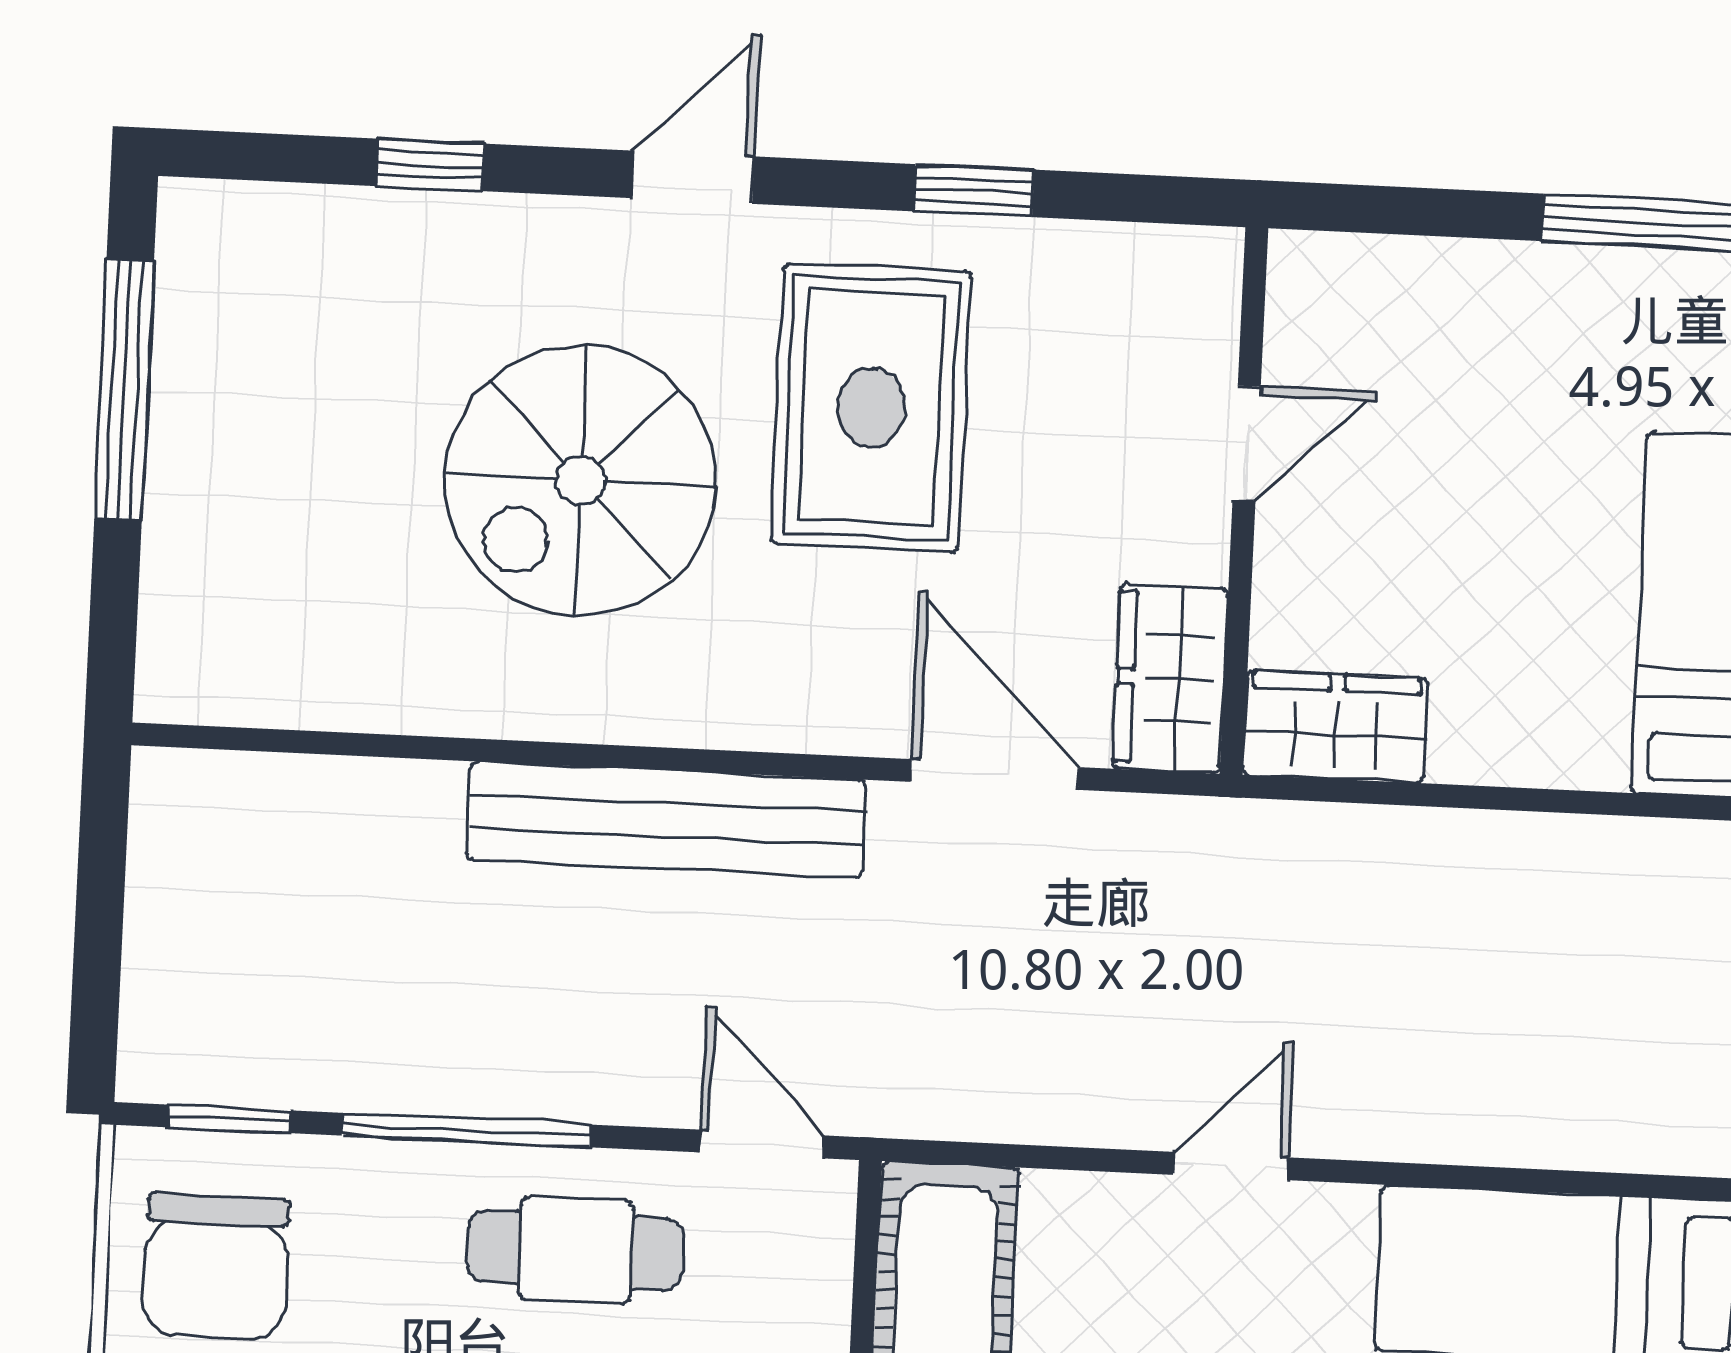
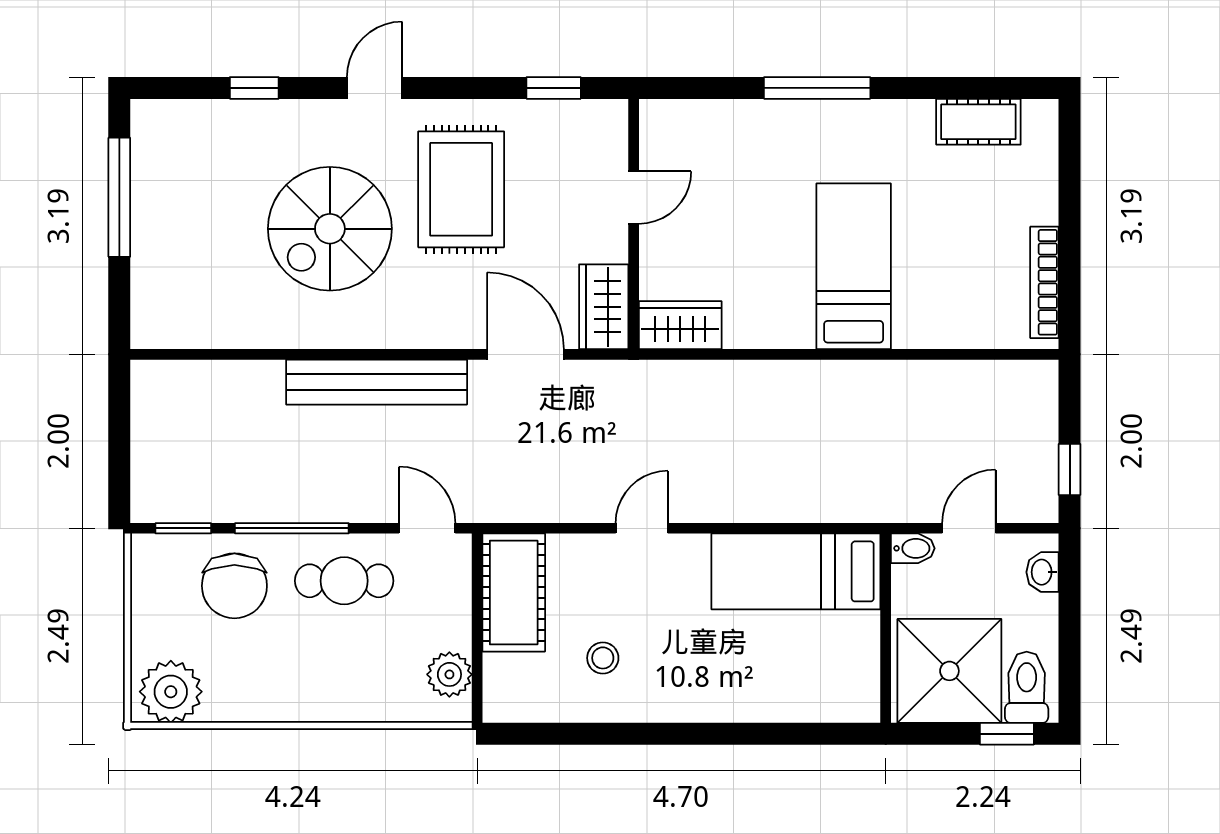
window: (974, 191) -> (554, 88), moved
chair: (216, 1267) -> (234, 586), moved

